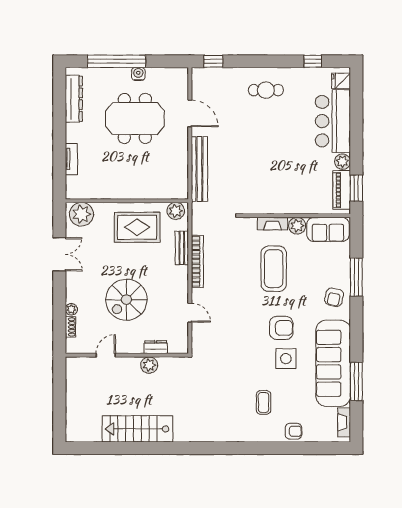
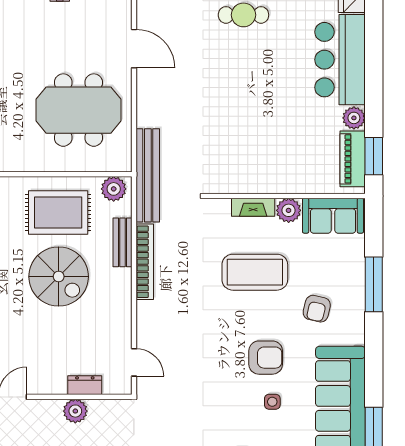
meeting table: (135, 118) -> (78, 110), moved
bench: (199, 169) -> (148, 175), moved
coffee table: (274, 269) -> (255, 272), turned 90
armchair: (334, 297) -> (317, 309), moved
spiral stairs: (126, 300) -> (59, 277), moved, turned -90
door: (190, 313) -> (134, 362), moved
side table: (286, 359) -> (272, 402), width x0.54, depth x0.54

